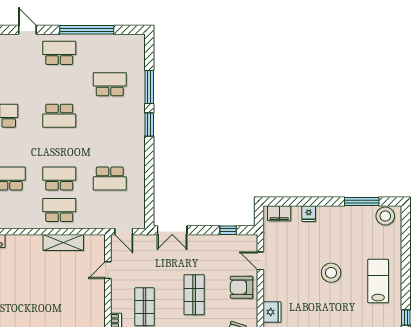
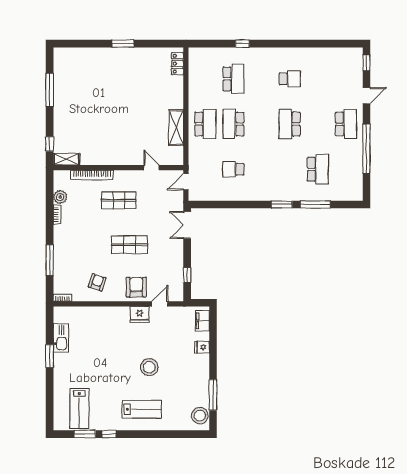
school desk: (59, 179) -> (233, 124), turned 180
school desk: (110, 179) -> (233, 169), width x0.54
fridge: (272, 312) -> (140, 314), moved

